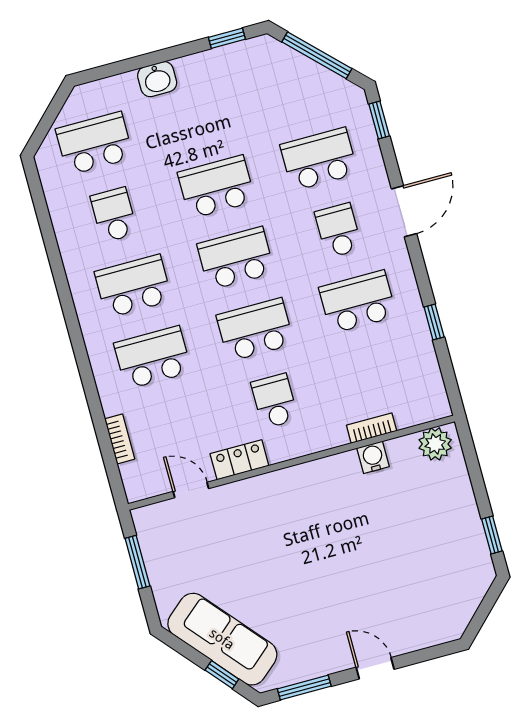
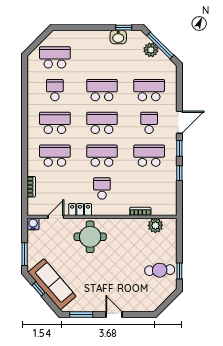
plant: (299, 70) -> (151, 50), added
washbasin: (157, 79) -> (118, 37), moved
window: (379, 120) -> (179, 148), moved
plant: (435, 444) -> (155, 225), moved
water cooler: (373, 457) -> (33, 224), moved
door: (191, 490) -> (56, 217), hinge flipped
round table: (277, 513) -> (90, 237), added
cafe table: (448, 545) -> (160, 270), added
window: (137, 562) -> (25, 254), moved
window: (222, 675) -> (39, 289), moved

